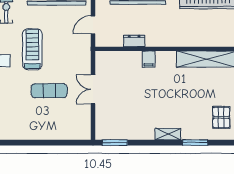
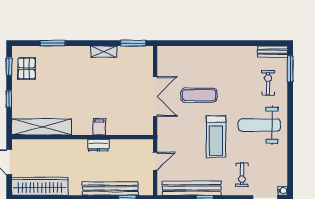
dresser: (134, 41) -> (98, 145), moved
double door: (93, 89) -> (155, 96), width x1.37
shelving: (168, 134) -> (104, 52), moved

